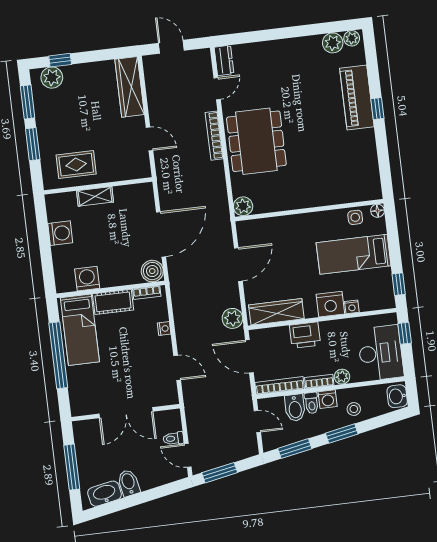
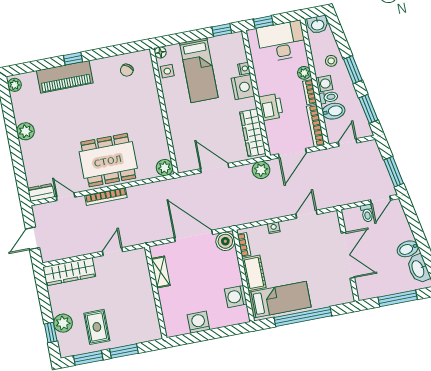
plant: (333, 43) -> (25, 131), moved
plant: (52, 78) -> (63, 323), moved
rug: (76, 165) -> (97, 327), moved
chair: (360, 170) -> (127, 70), added
shelving: (95, 196) -> (161, 272), moved

